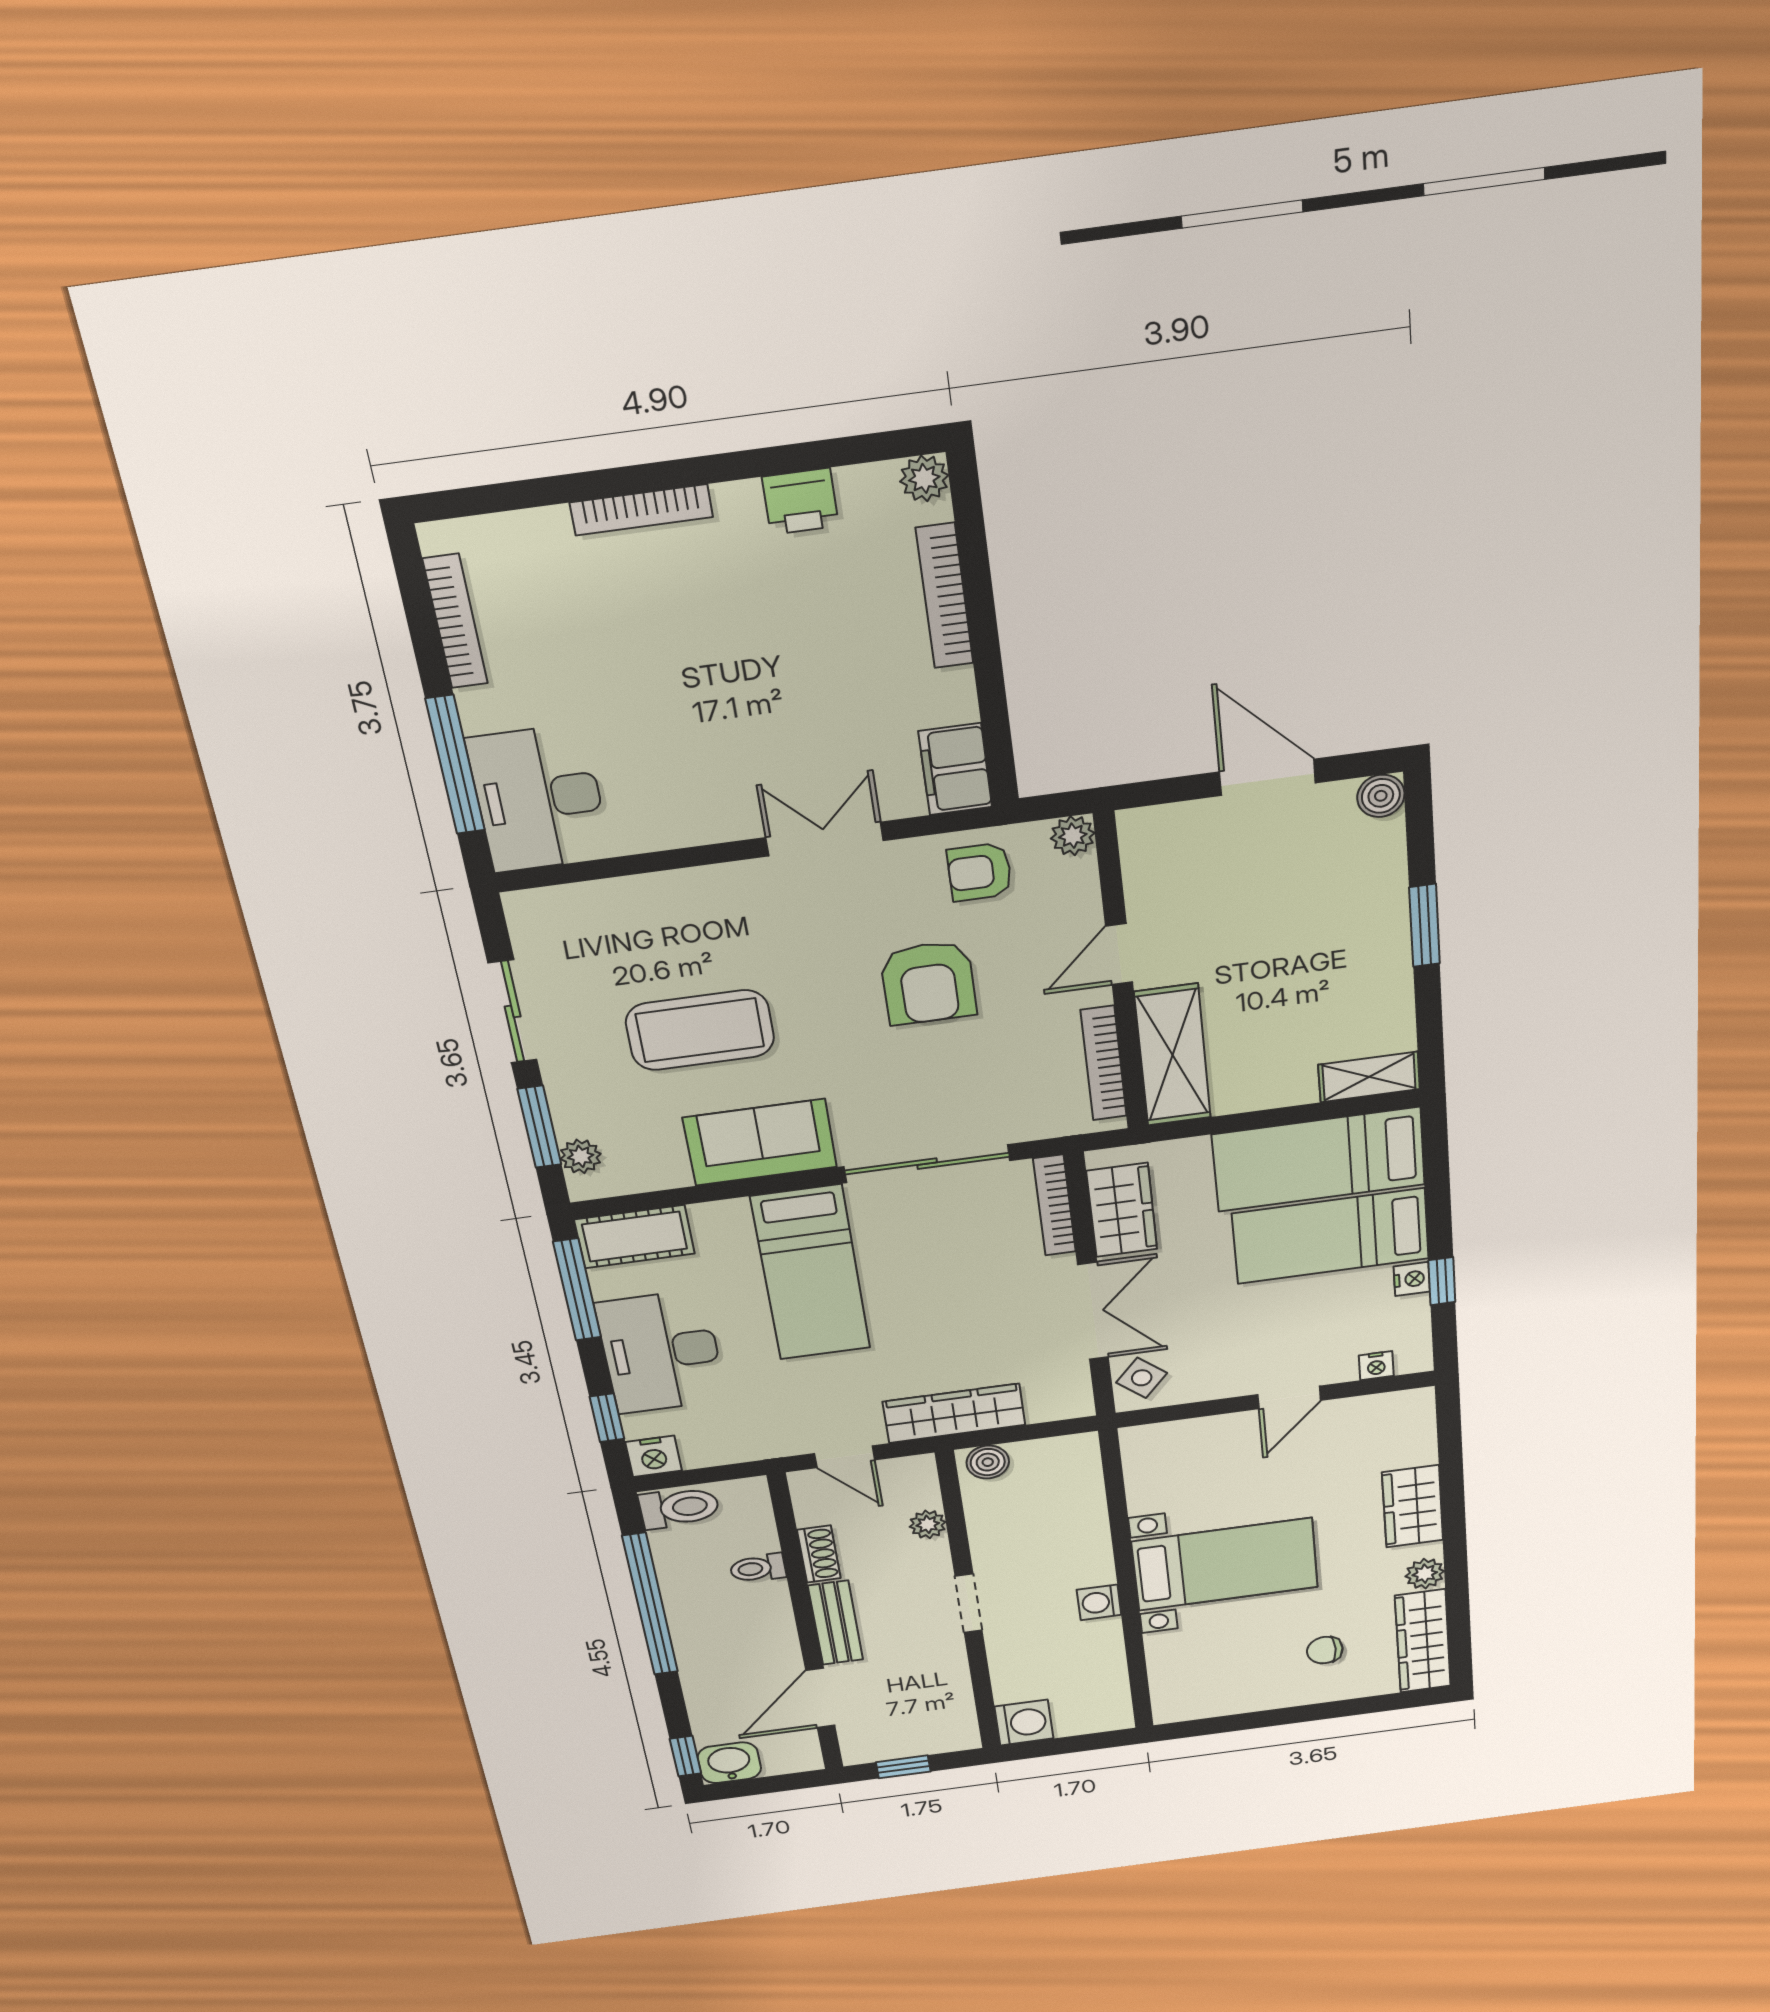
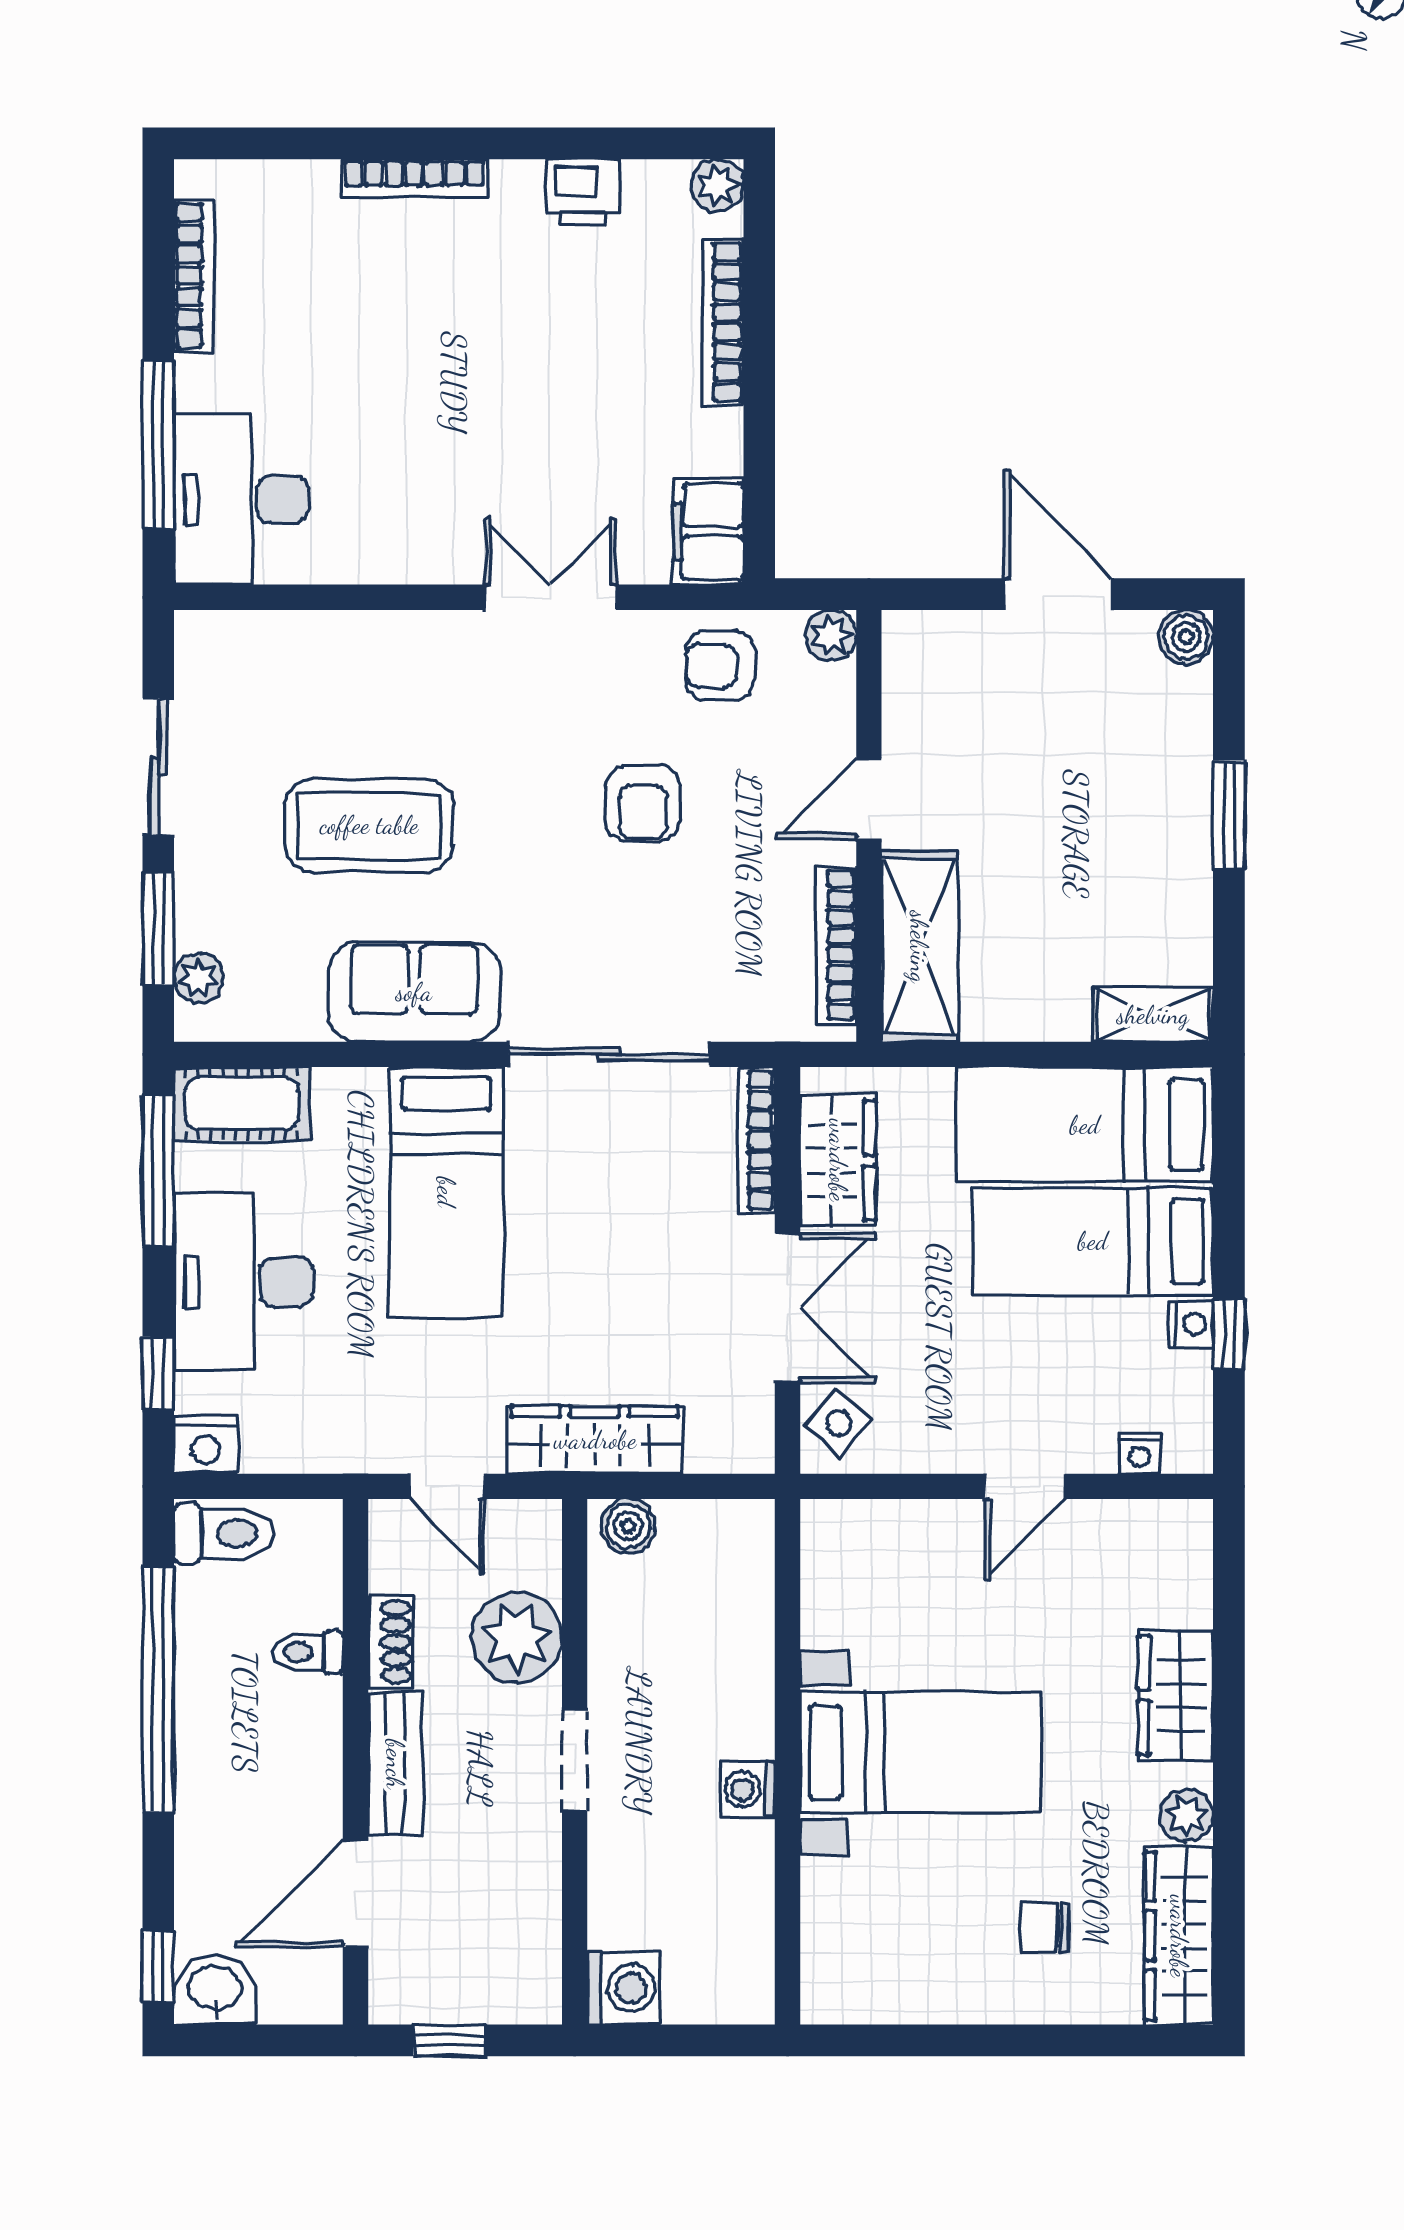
armchair: (928, 983) -> (643, 803), width x0.72, depth x0.72
plant: (928, 1524) -> (517, 1637), width x1.88, depth x1.88

